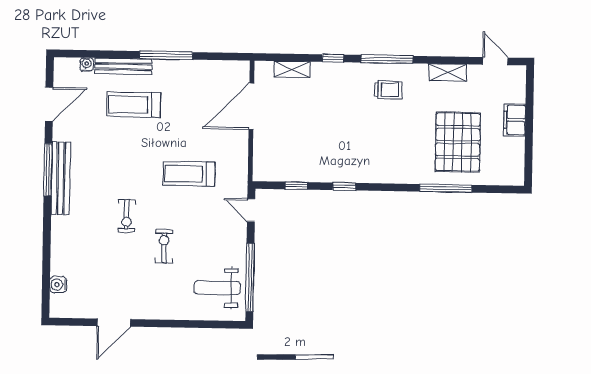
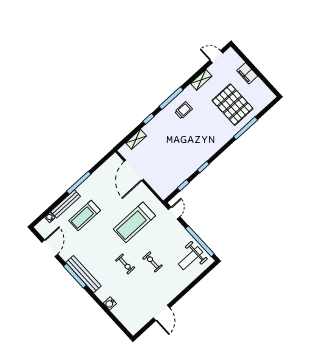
treadmill: (189, 174) -> (134, 222), width x1.37, depth x1.38
door: (251, 210) -> (174, 213), swing flipped
water cooler: (58, 285) -> (110, 303), moved

